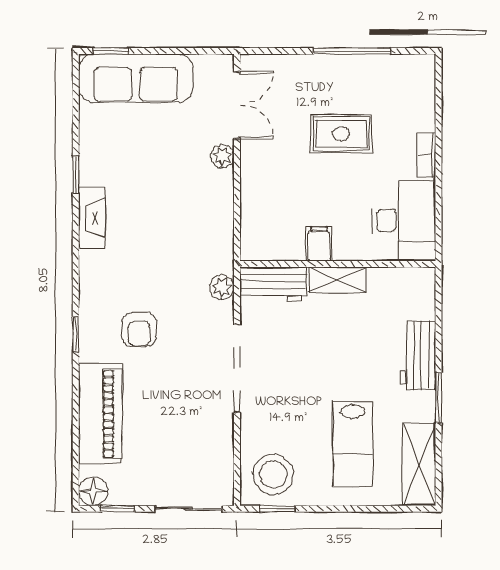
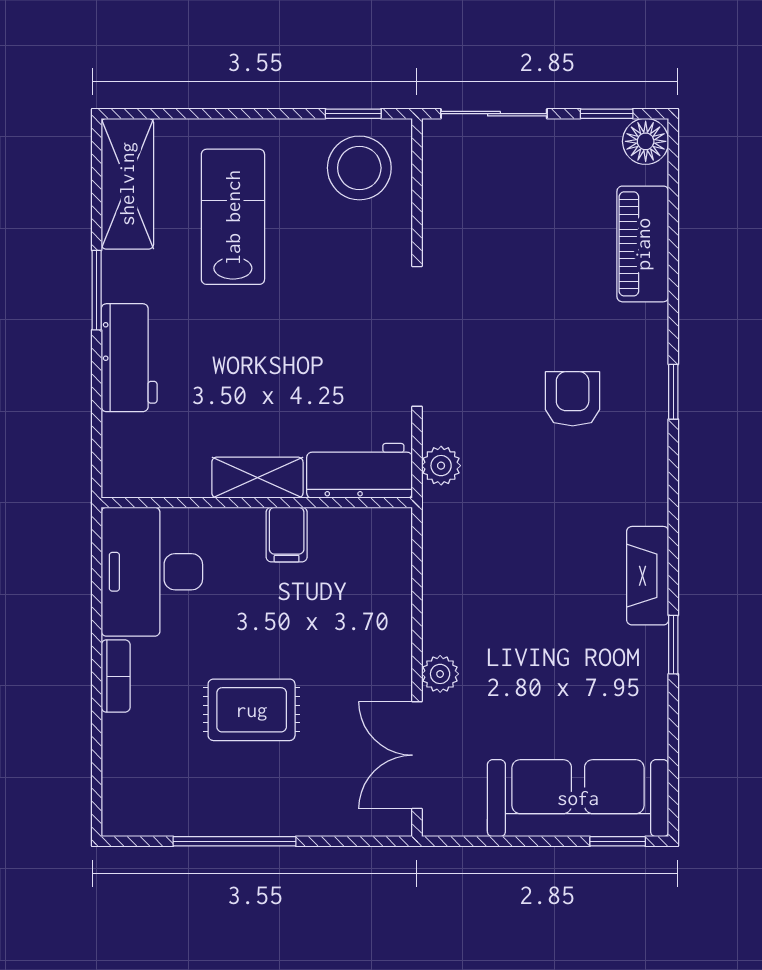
piano: (100, 413) -> (643, 244), width x0.73, depth x0.75

